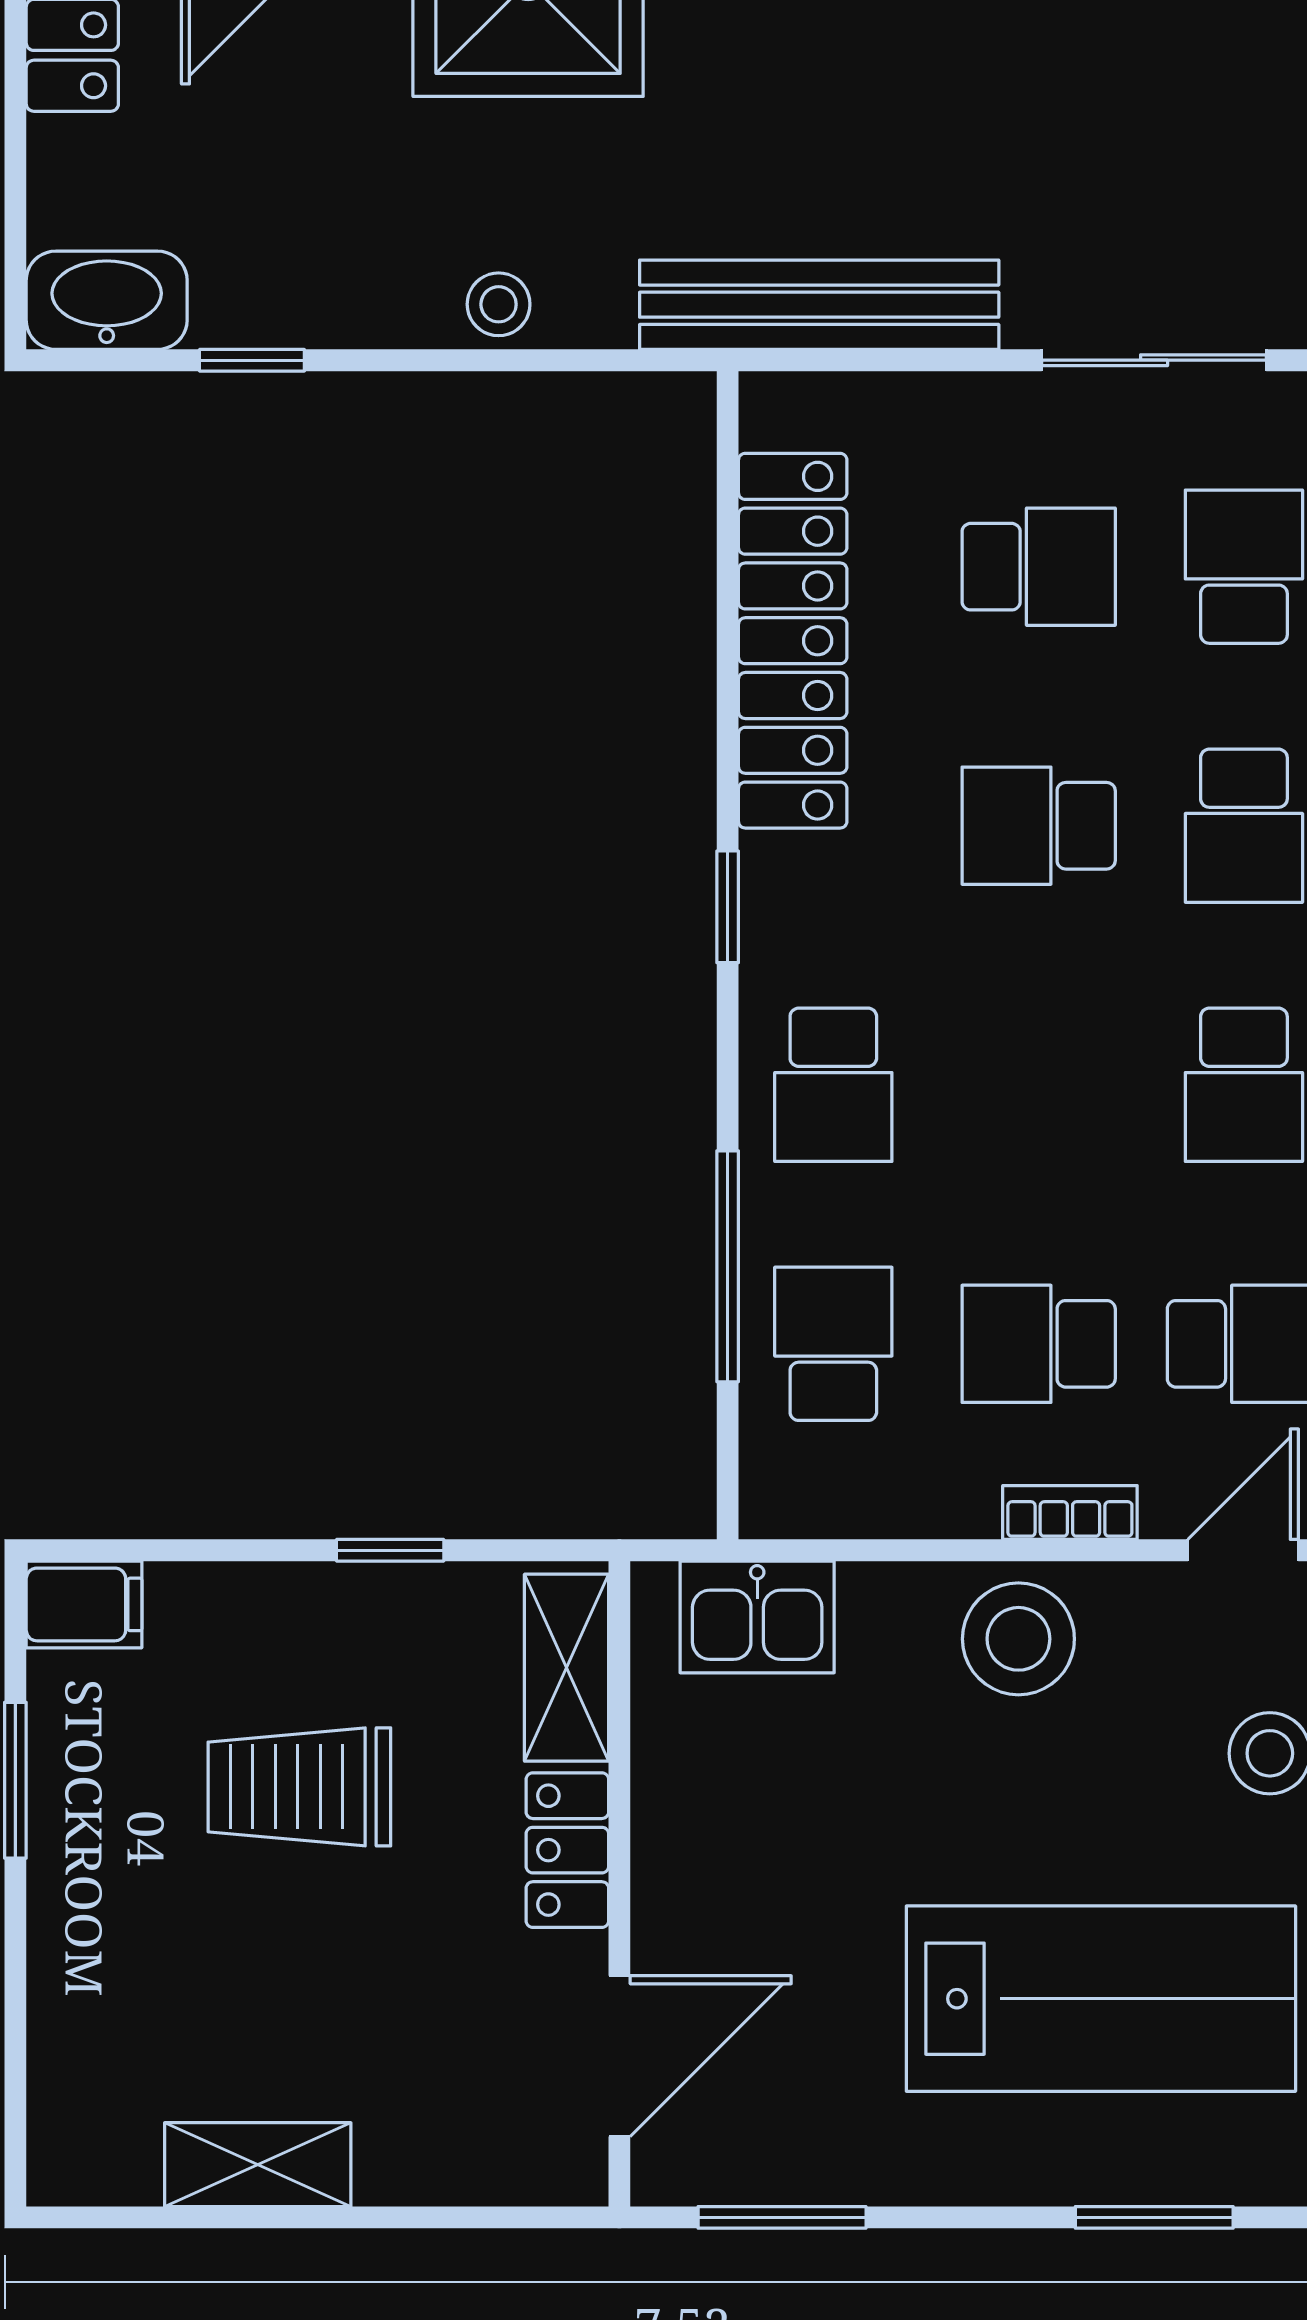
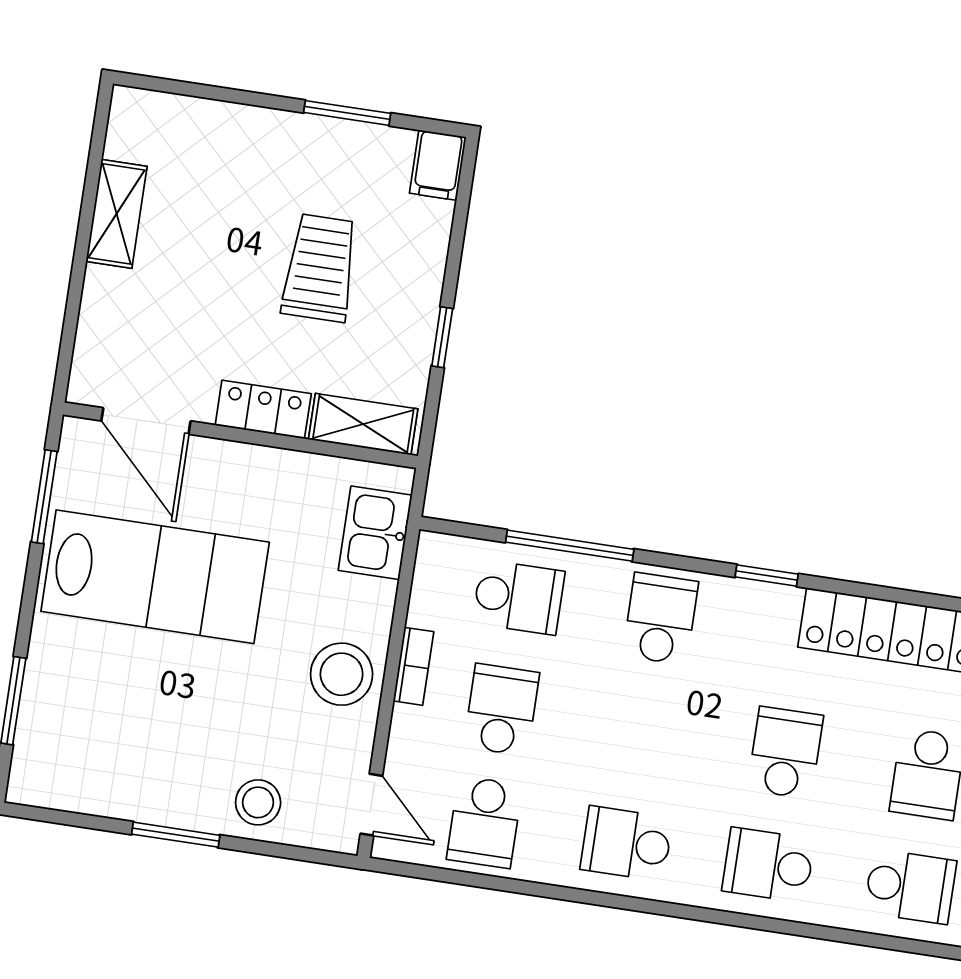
school desk: (833, 1085) -> (660, 619), turned 90
bookcase: (1070, 1513) -> (414, 666), moved
lab bench: (1101, 1999) -> (155, 577), moved, turned -90

